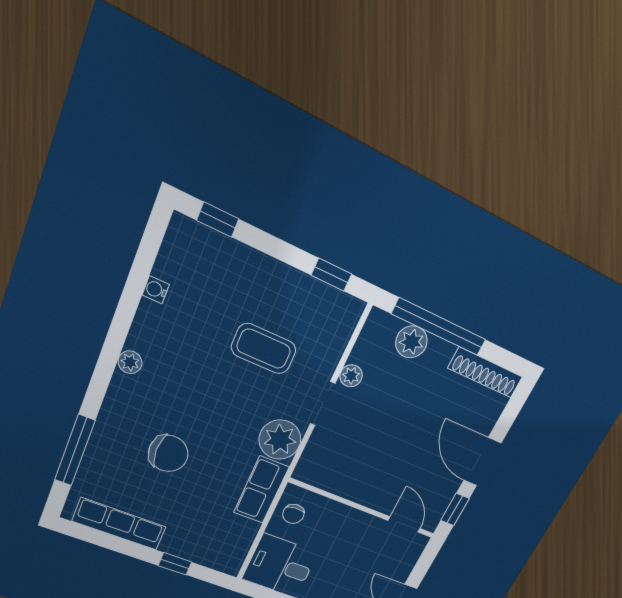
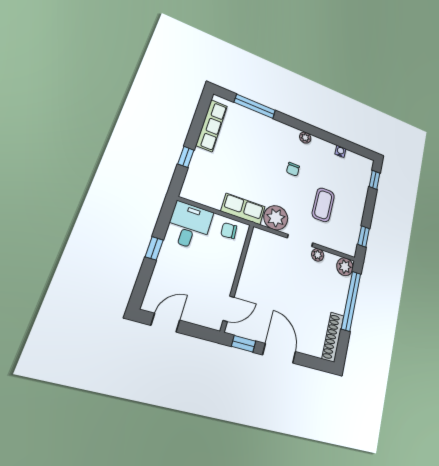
plant: (411, 342) -> (345, 267), moved
chair: (168, 453) -> (293, 169), moved, width x0.54, depth x0.54
door: (482, 462) -> (279, 353), hinge flipped

